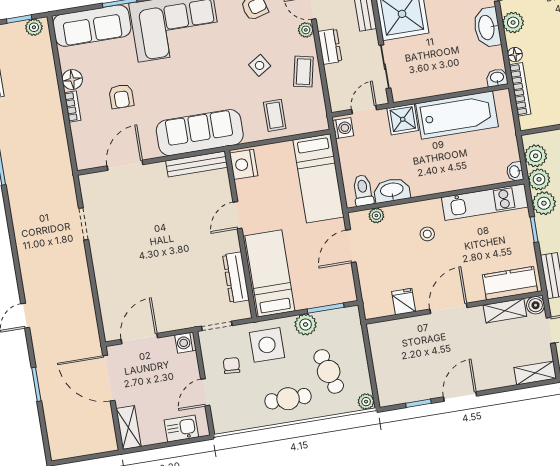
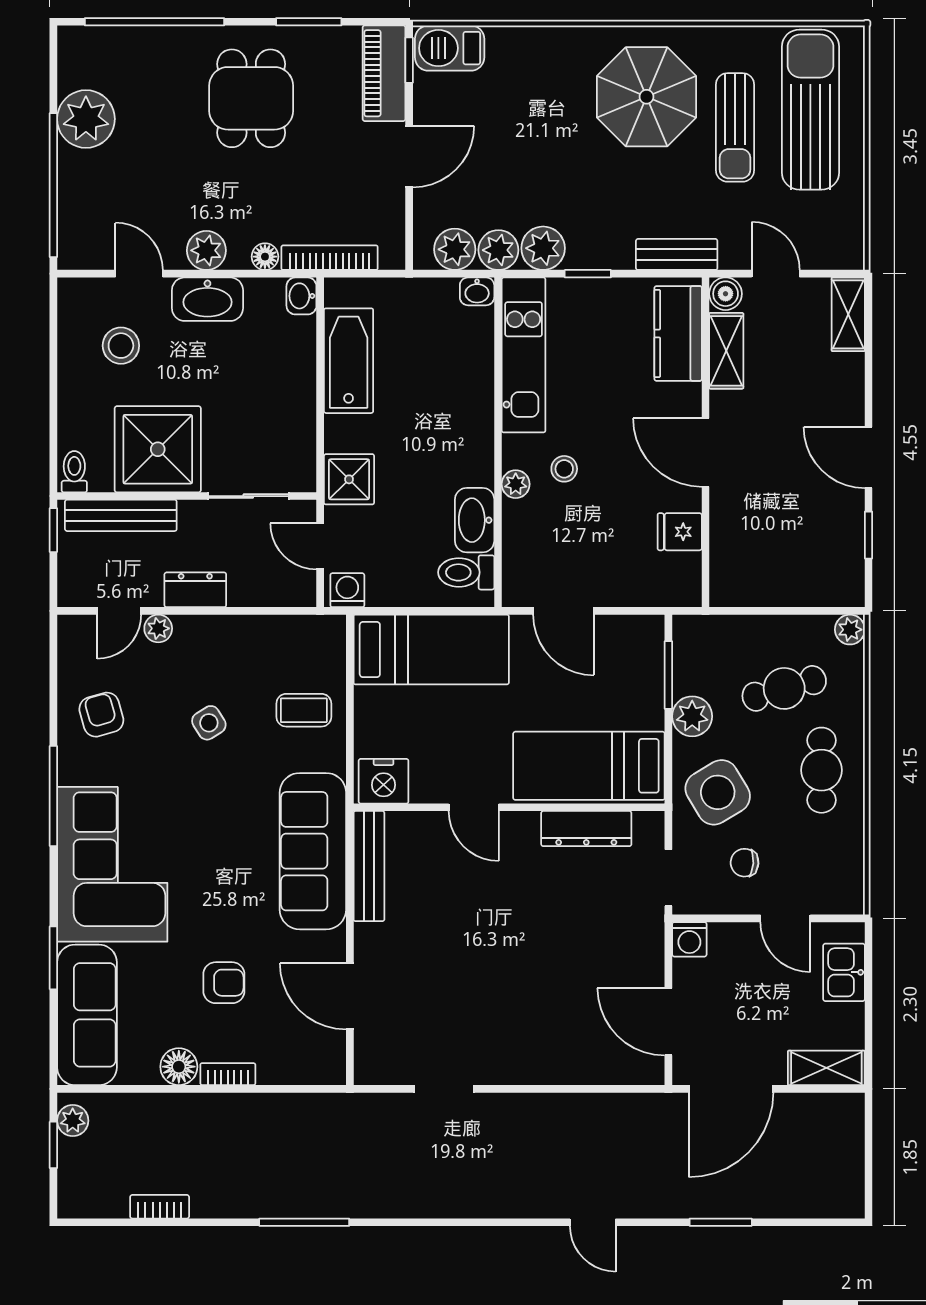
coffee table: (303, 72) -> (233, 645), removed
bathtub: (457, 115) -> (349, 361), width x0.73, depth x0.73
plant: (376, 216) -> (516, 484), moved
side table: (267, 345) -> (718, 792), turned -31

